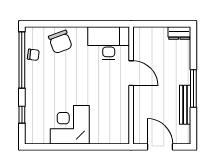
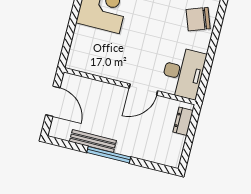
dresser: (179, 33) -> (183, 121), moved
door: (160, 147) -> (53, 101), hinge flipped

